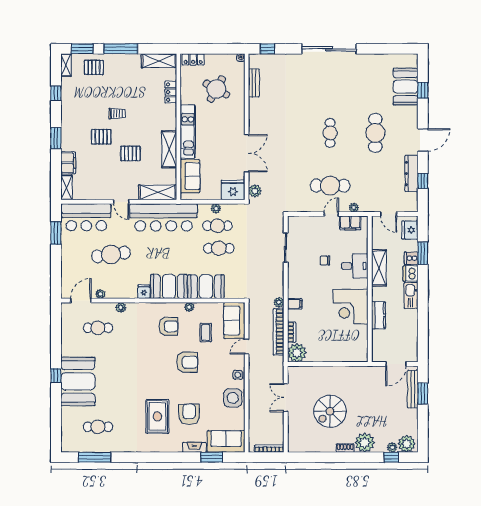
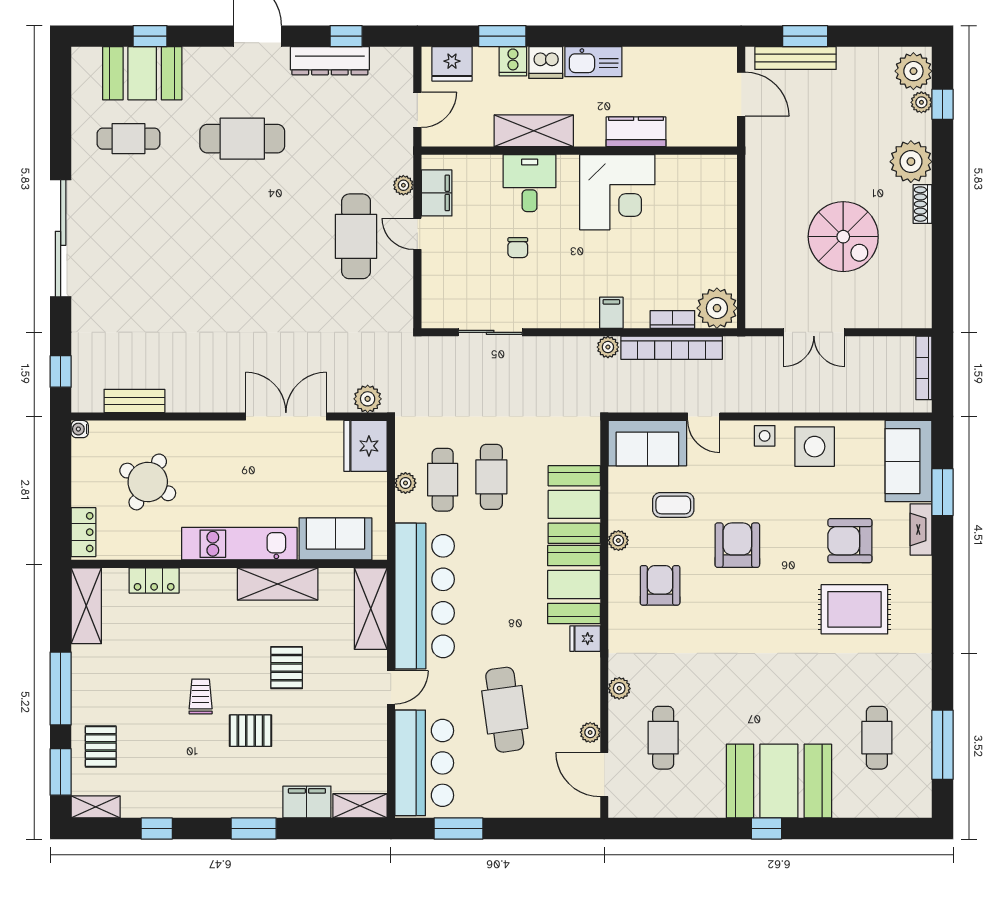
cafe table: (330, 133) -> (129, 139), moved
pallet: (101, 137) -> (250, 731), turned 90

